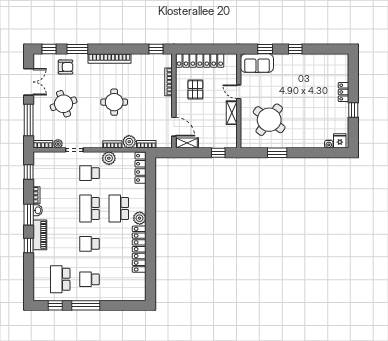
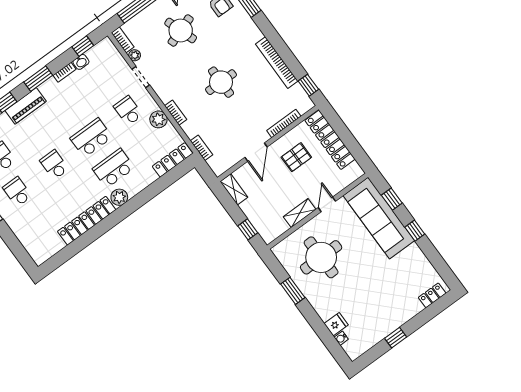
bookcase: (109, 58) -> (277, 63), moved
sofa: (257, 63) -> (379, 218), width x1.85, depth x1.27
locker: (344, 92) -> (432, 295), moved
round table: (269, 120) -> (321, 257), turned -37
door: (174, 127) -> (256, 152), moved
fridge: (340, 141) -> (336, 324), moved
plant: (129, 142) -> (191, 128), removed
washbasin: (38, 210) -> (81, 62), moved

